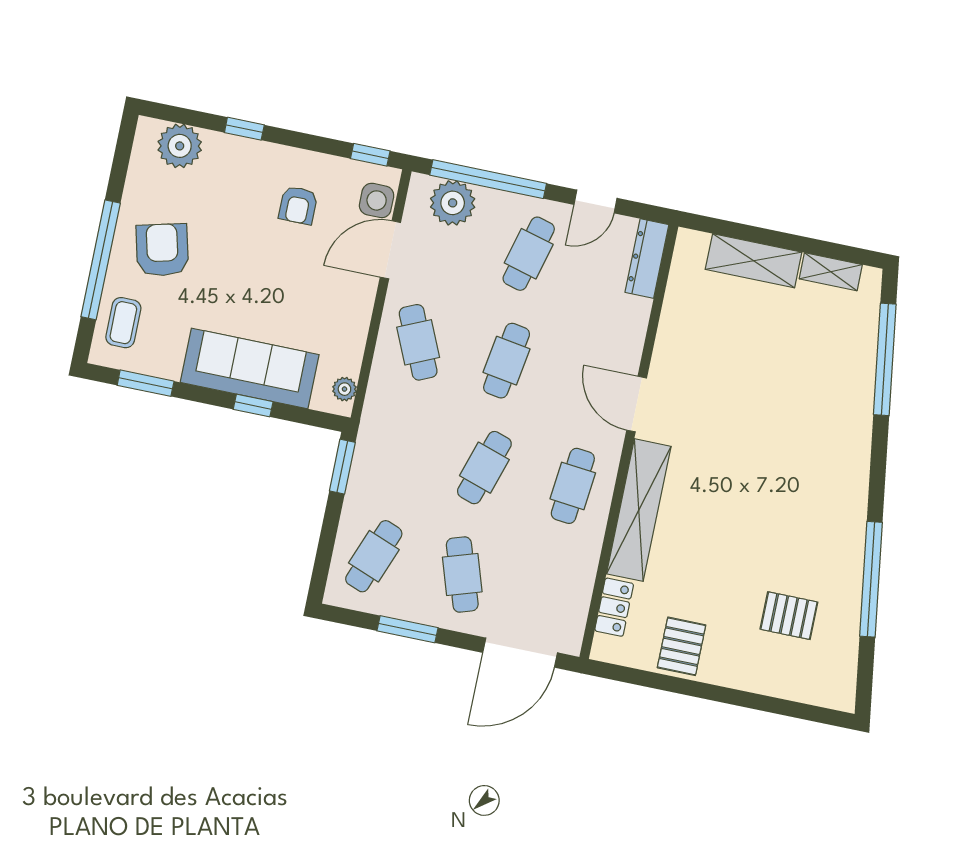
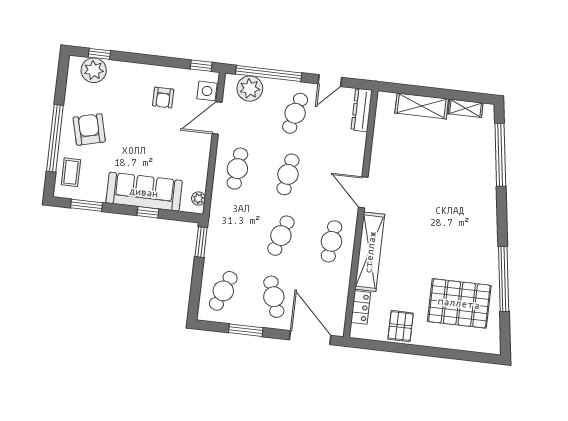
window: (244, 129) -> (99, 54), moved
cafe table: (418, 342) -> (237, 169), turned 30
pallet: (789, 616) -> (459, 303), width x2.05, depth x2.00
door: (520, 653) -> (310, 338), swing flipped

